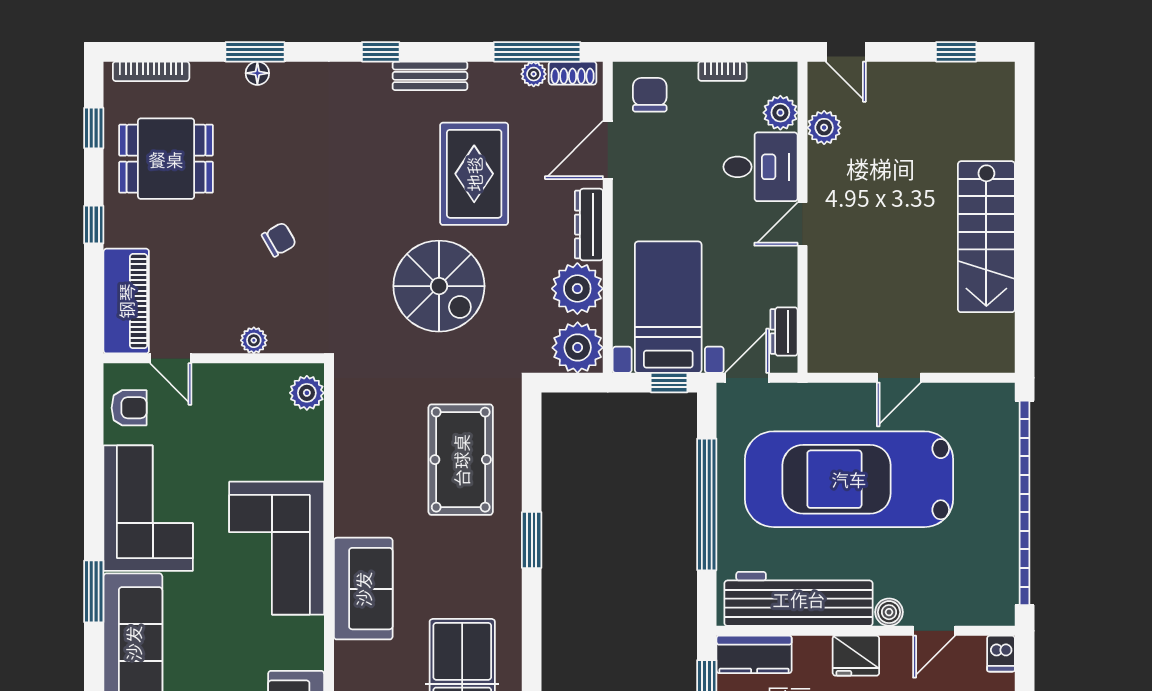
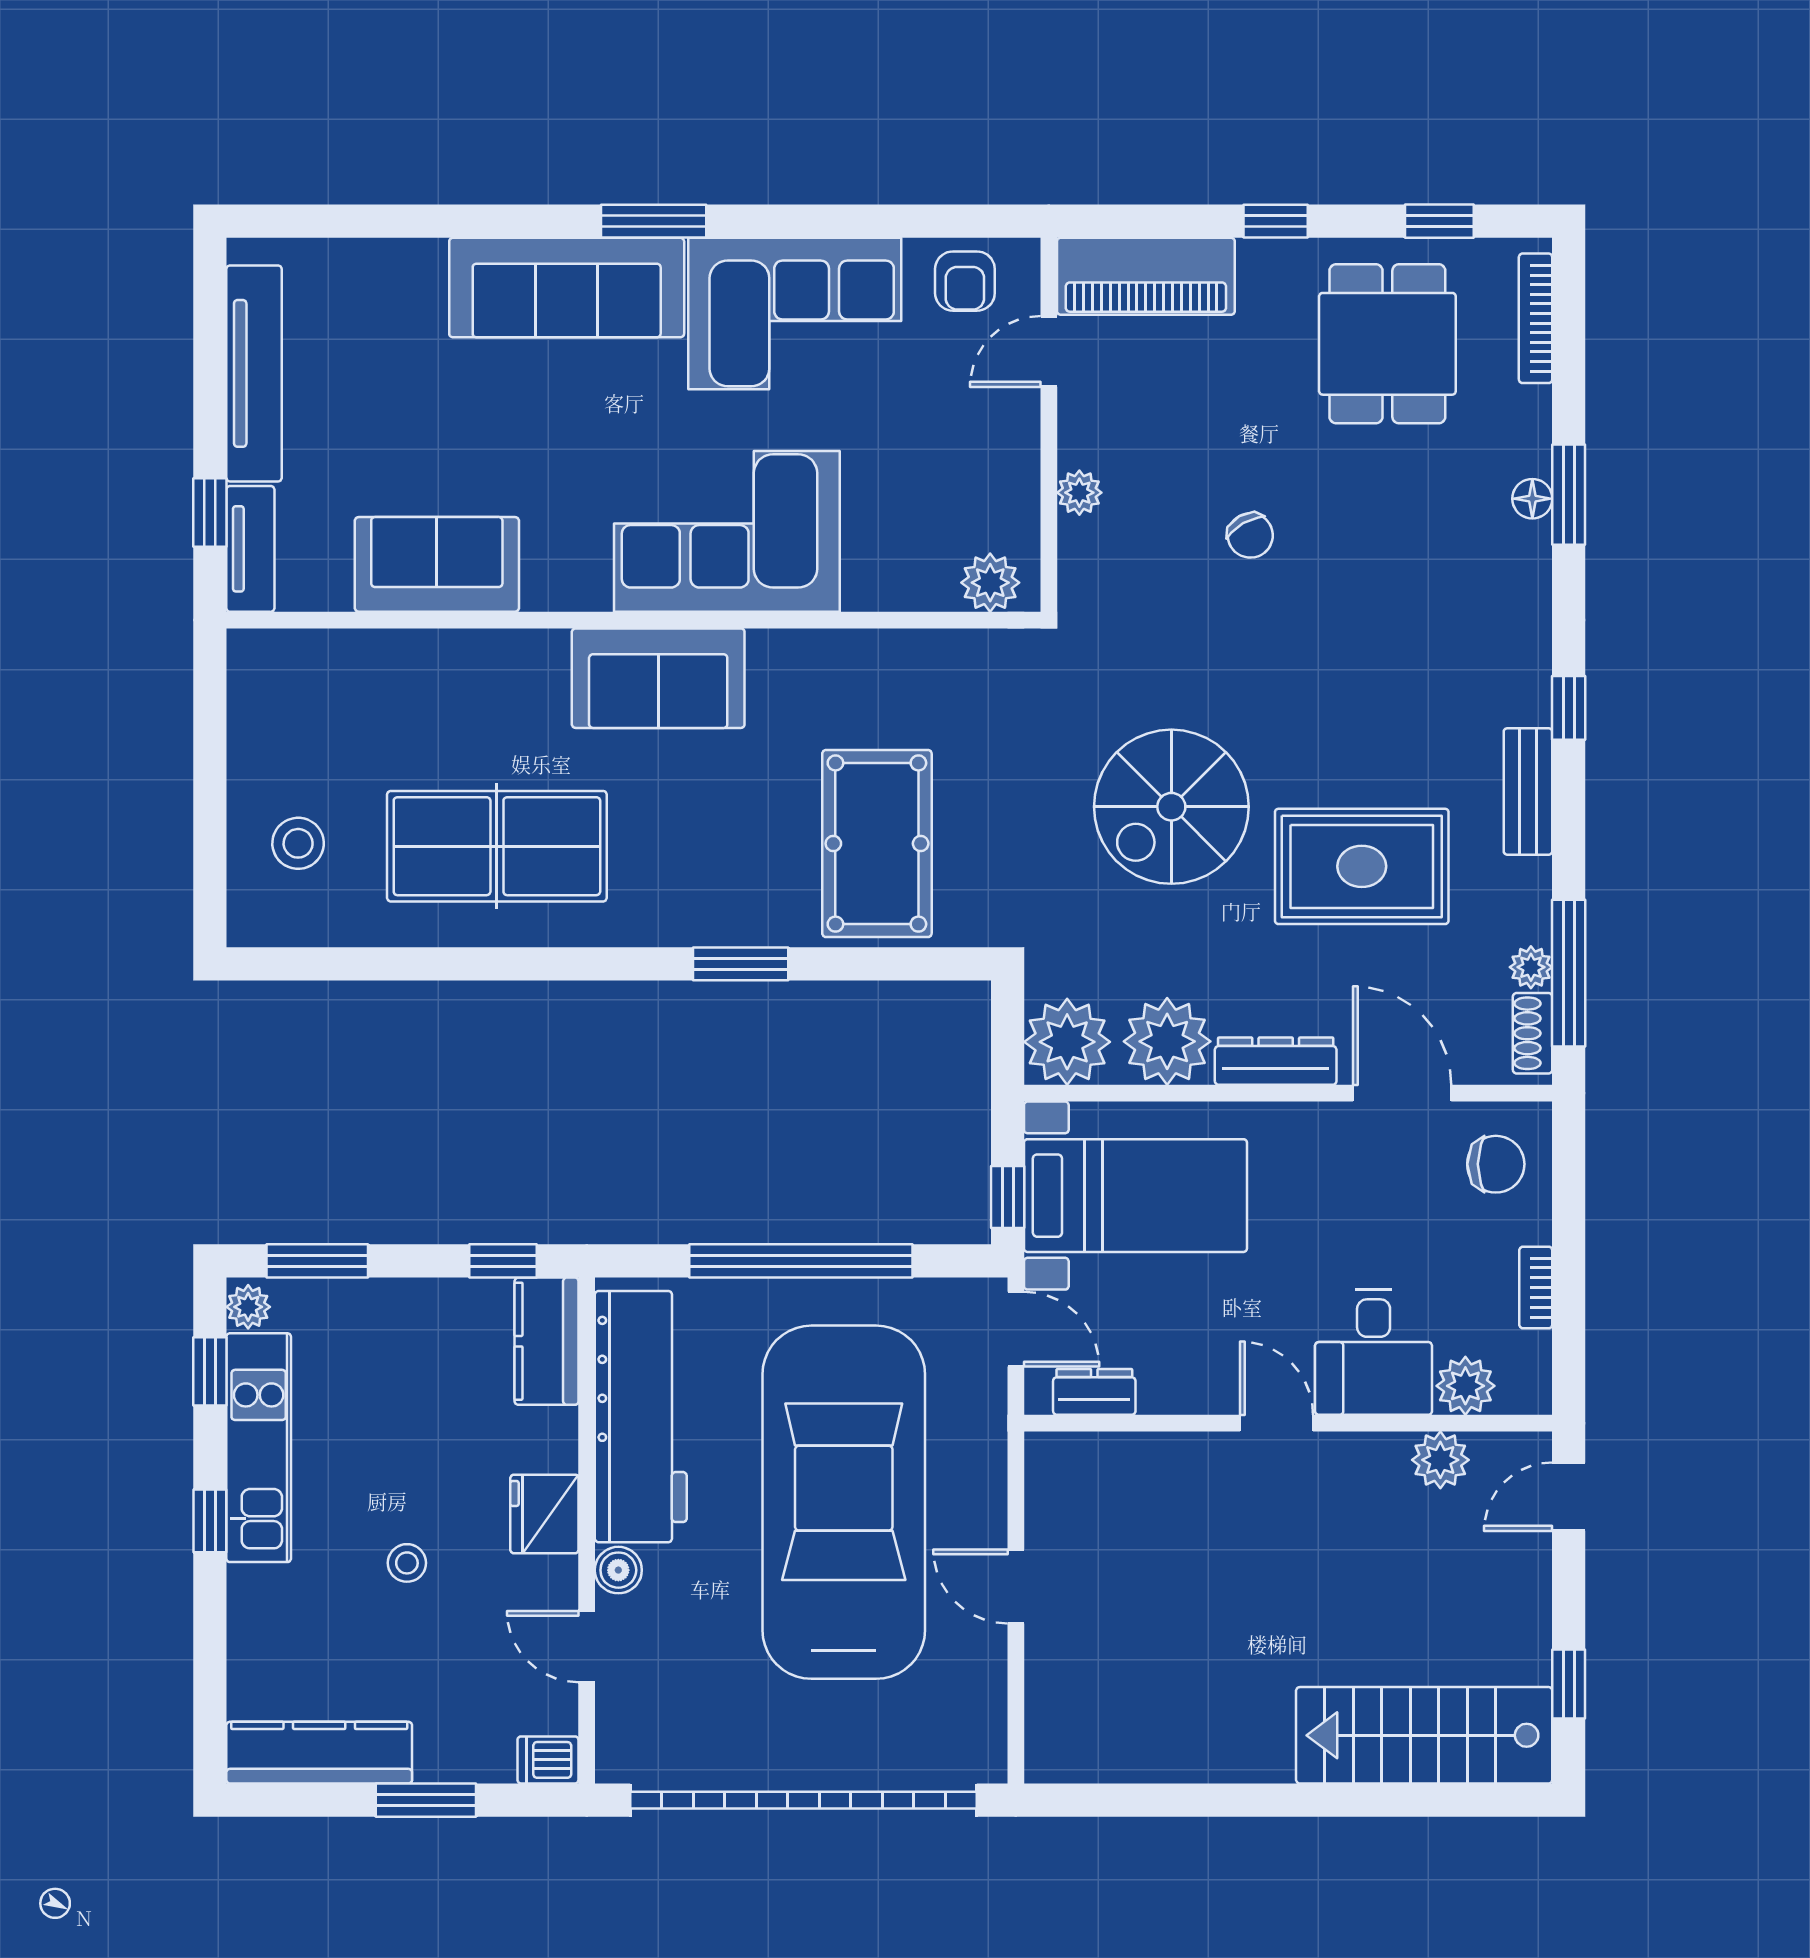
stairs: (986, 237) -> (1424, 1735), moved
pool table: (461, 460) -> (877, 844), turned 90

